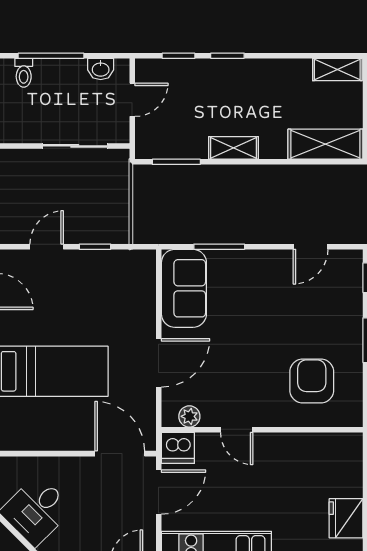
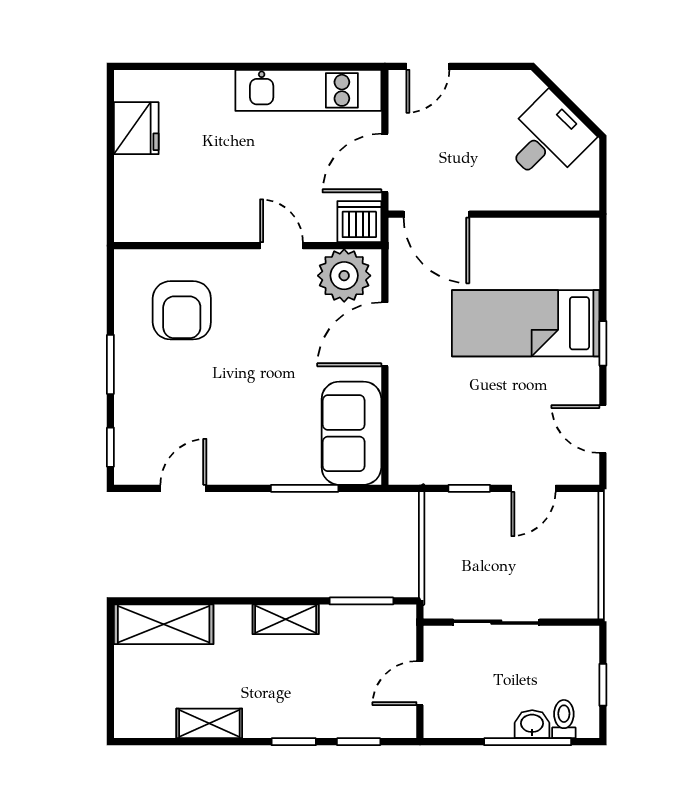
washbasin: (101, 69) -> (532, 724), moved
shelving: (337, 70) -> (209, 723), moved
plant: (189, 416) -> (344, 276), width x1.87, depth x1.87

